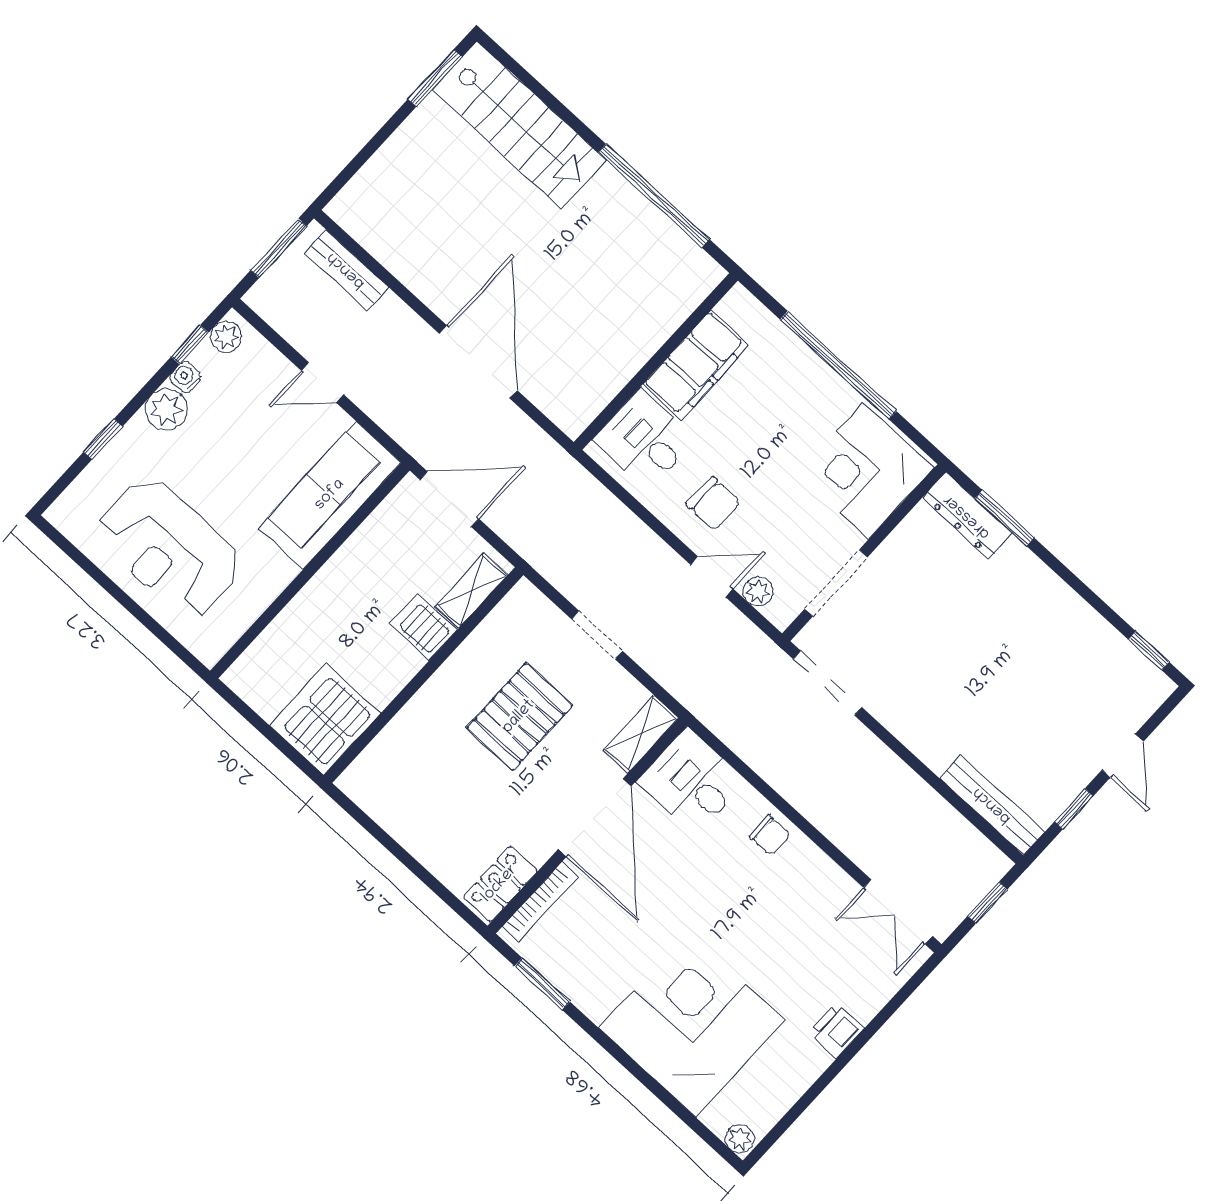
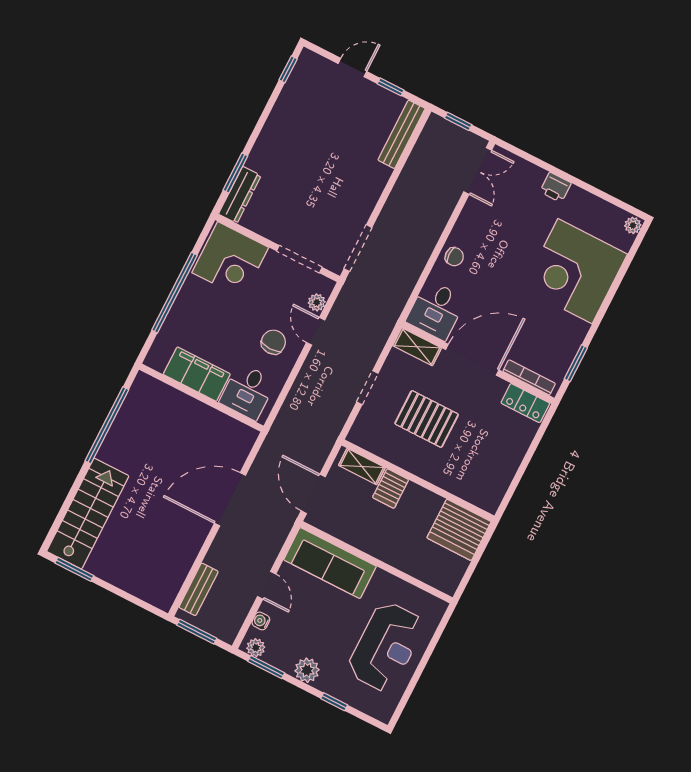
window: (190, 345) -> (266, 667), width x1.50
water cooler: (186, 377) -> (261, 621), moved, turned 90
chair: (770, 835) -> (454, 257), turned 90

